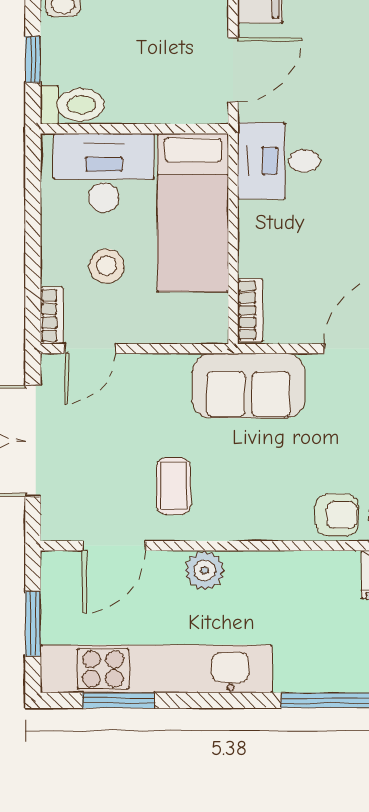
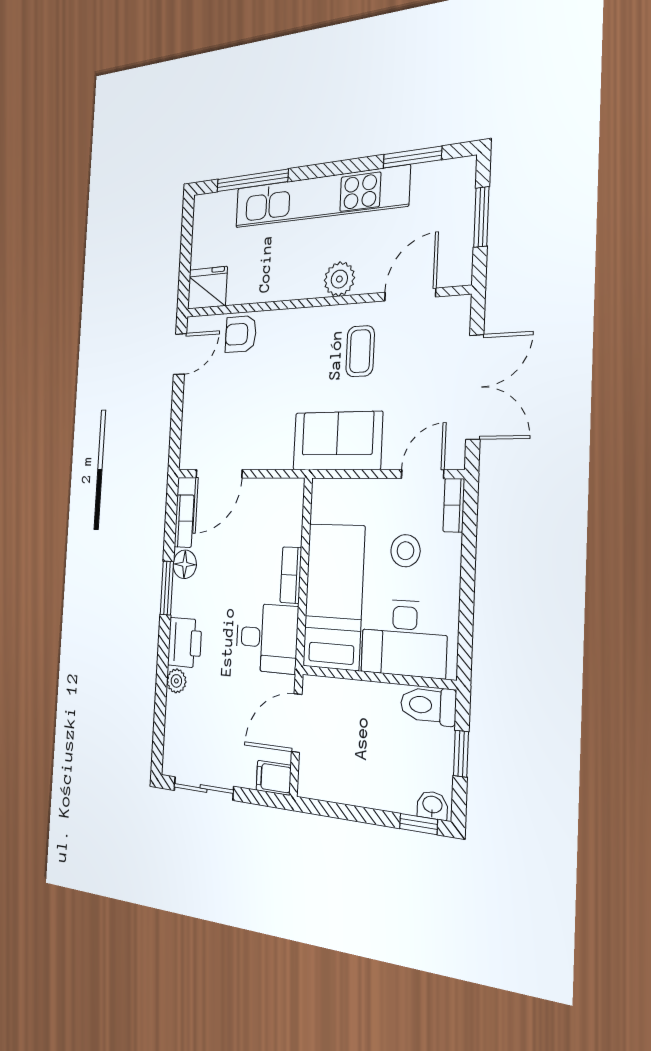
bookcase: (250, 310) -> (291, 575), moved
sofa: (248, 386) -> (337, 441), moved
kitchen unit: (156, 669) -> (320, 197), moved

